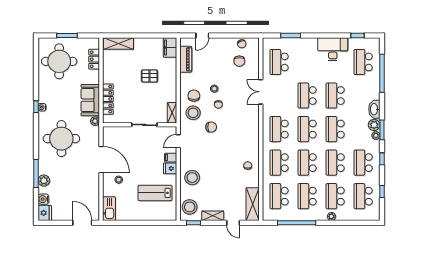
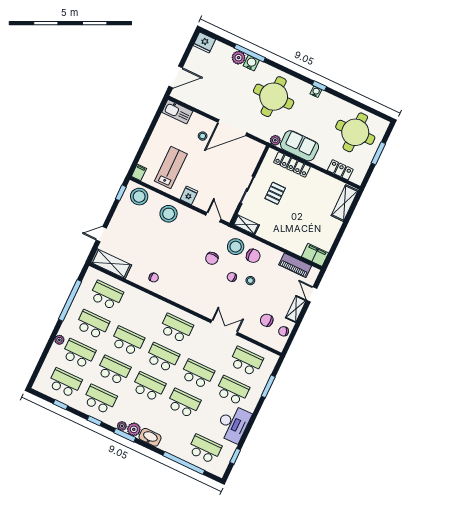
pallet: (149, 76) -> (275, 193), moved
filing cabinet: (171, 158) -> (139, 172), moved
school desk: (279, 163) -> (232, 391), moved
water cooler: (43, 199) -> (251, 63), moved
shelving: (213, 216) -> (296, 309), moved

